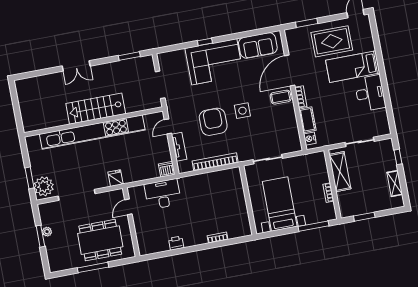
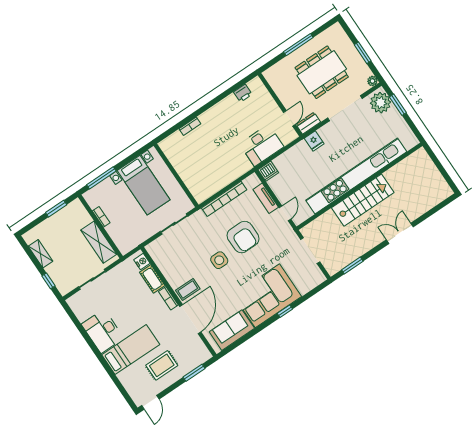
rug: (332, 41) -> (162, 365), width x0.73, depth x0.70
dresser: (114, 196) -> (308, 123), added
plant: (47, 232) -> (372, 81), moved
dining table: (100, 240) -> (322, 72), moved
printer: (176, 243) -> (243, 93), moved

